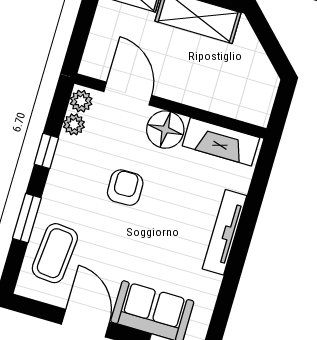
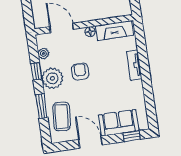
plant: (81, 101) -> (52, 78), moved, width x1.87, depth x1.87
floor lamp: (165, 130) -> (90, 32), width x0.53, depth x0.53
tv unit: (225, 232) -> (134, 65), width x0.71

